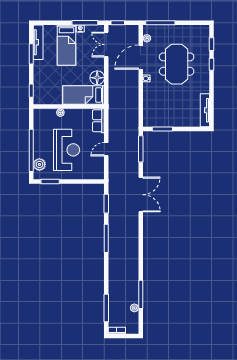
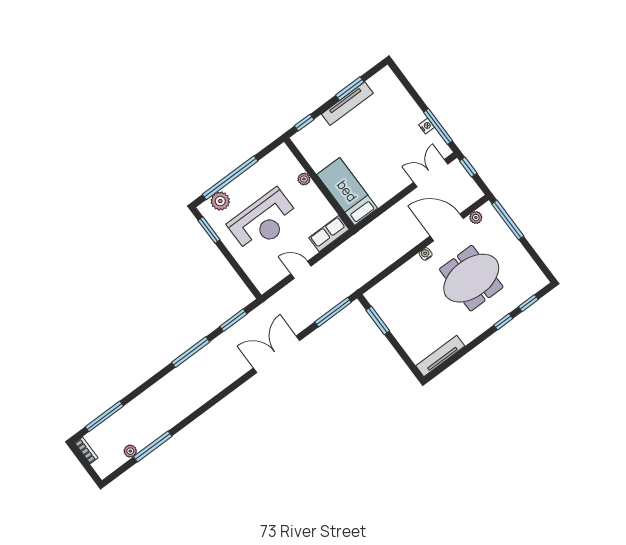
tv unit: (38, 42) -> (347, 104), moved
bed: (66, 45) -> (393, 124), removed
floor lamp: (97, 78) -> (381, 192), removed
double door: (141, 195) -> (277, 354), swing flipped

